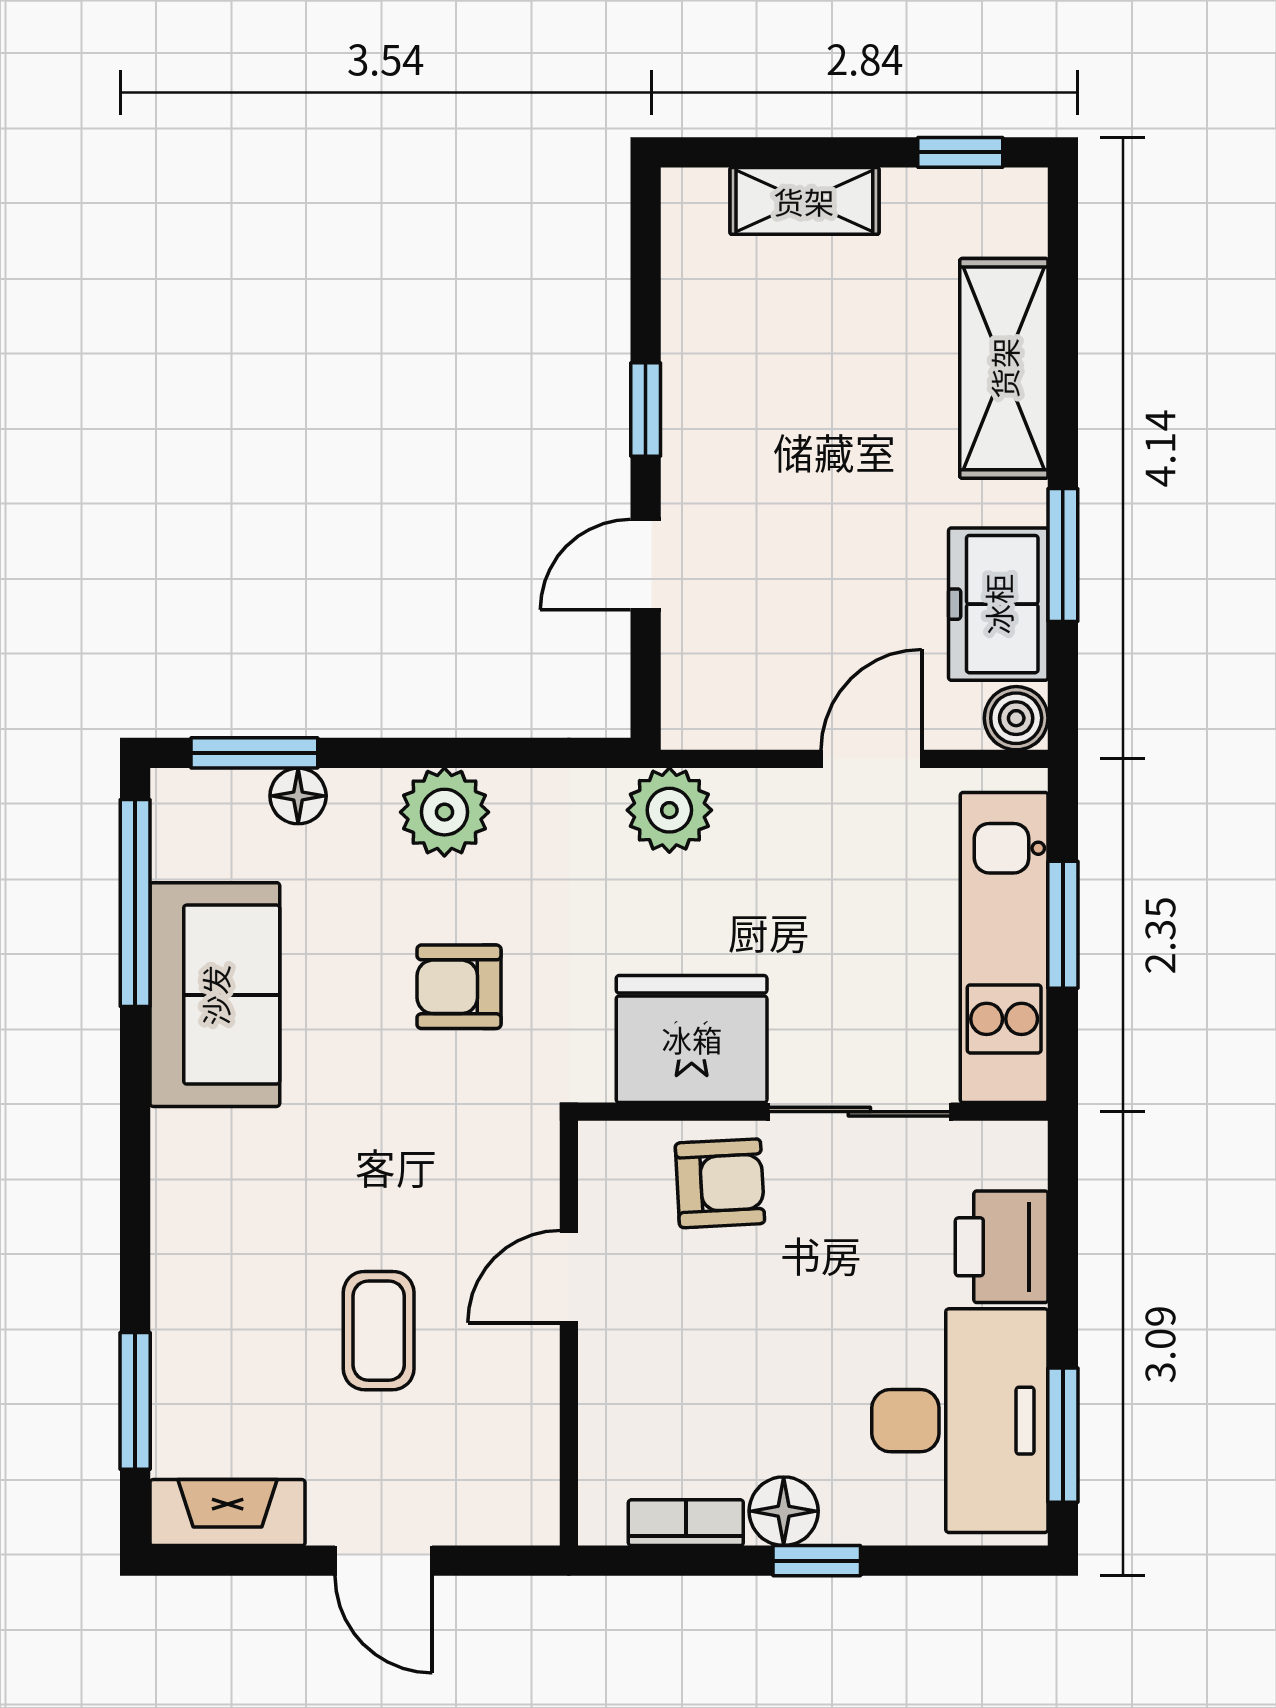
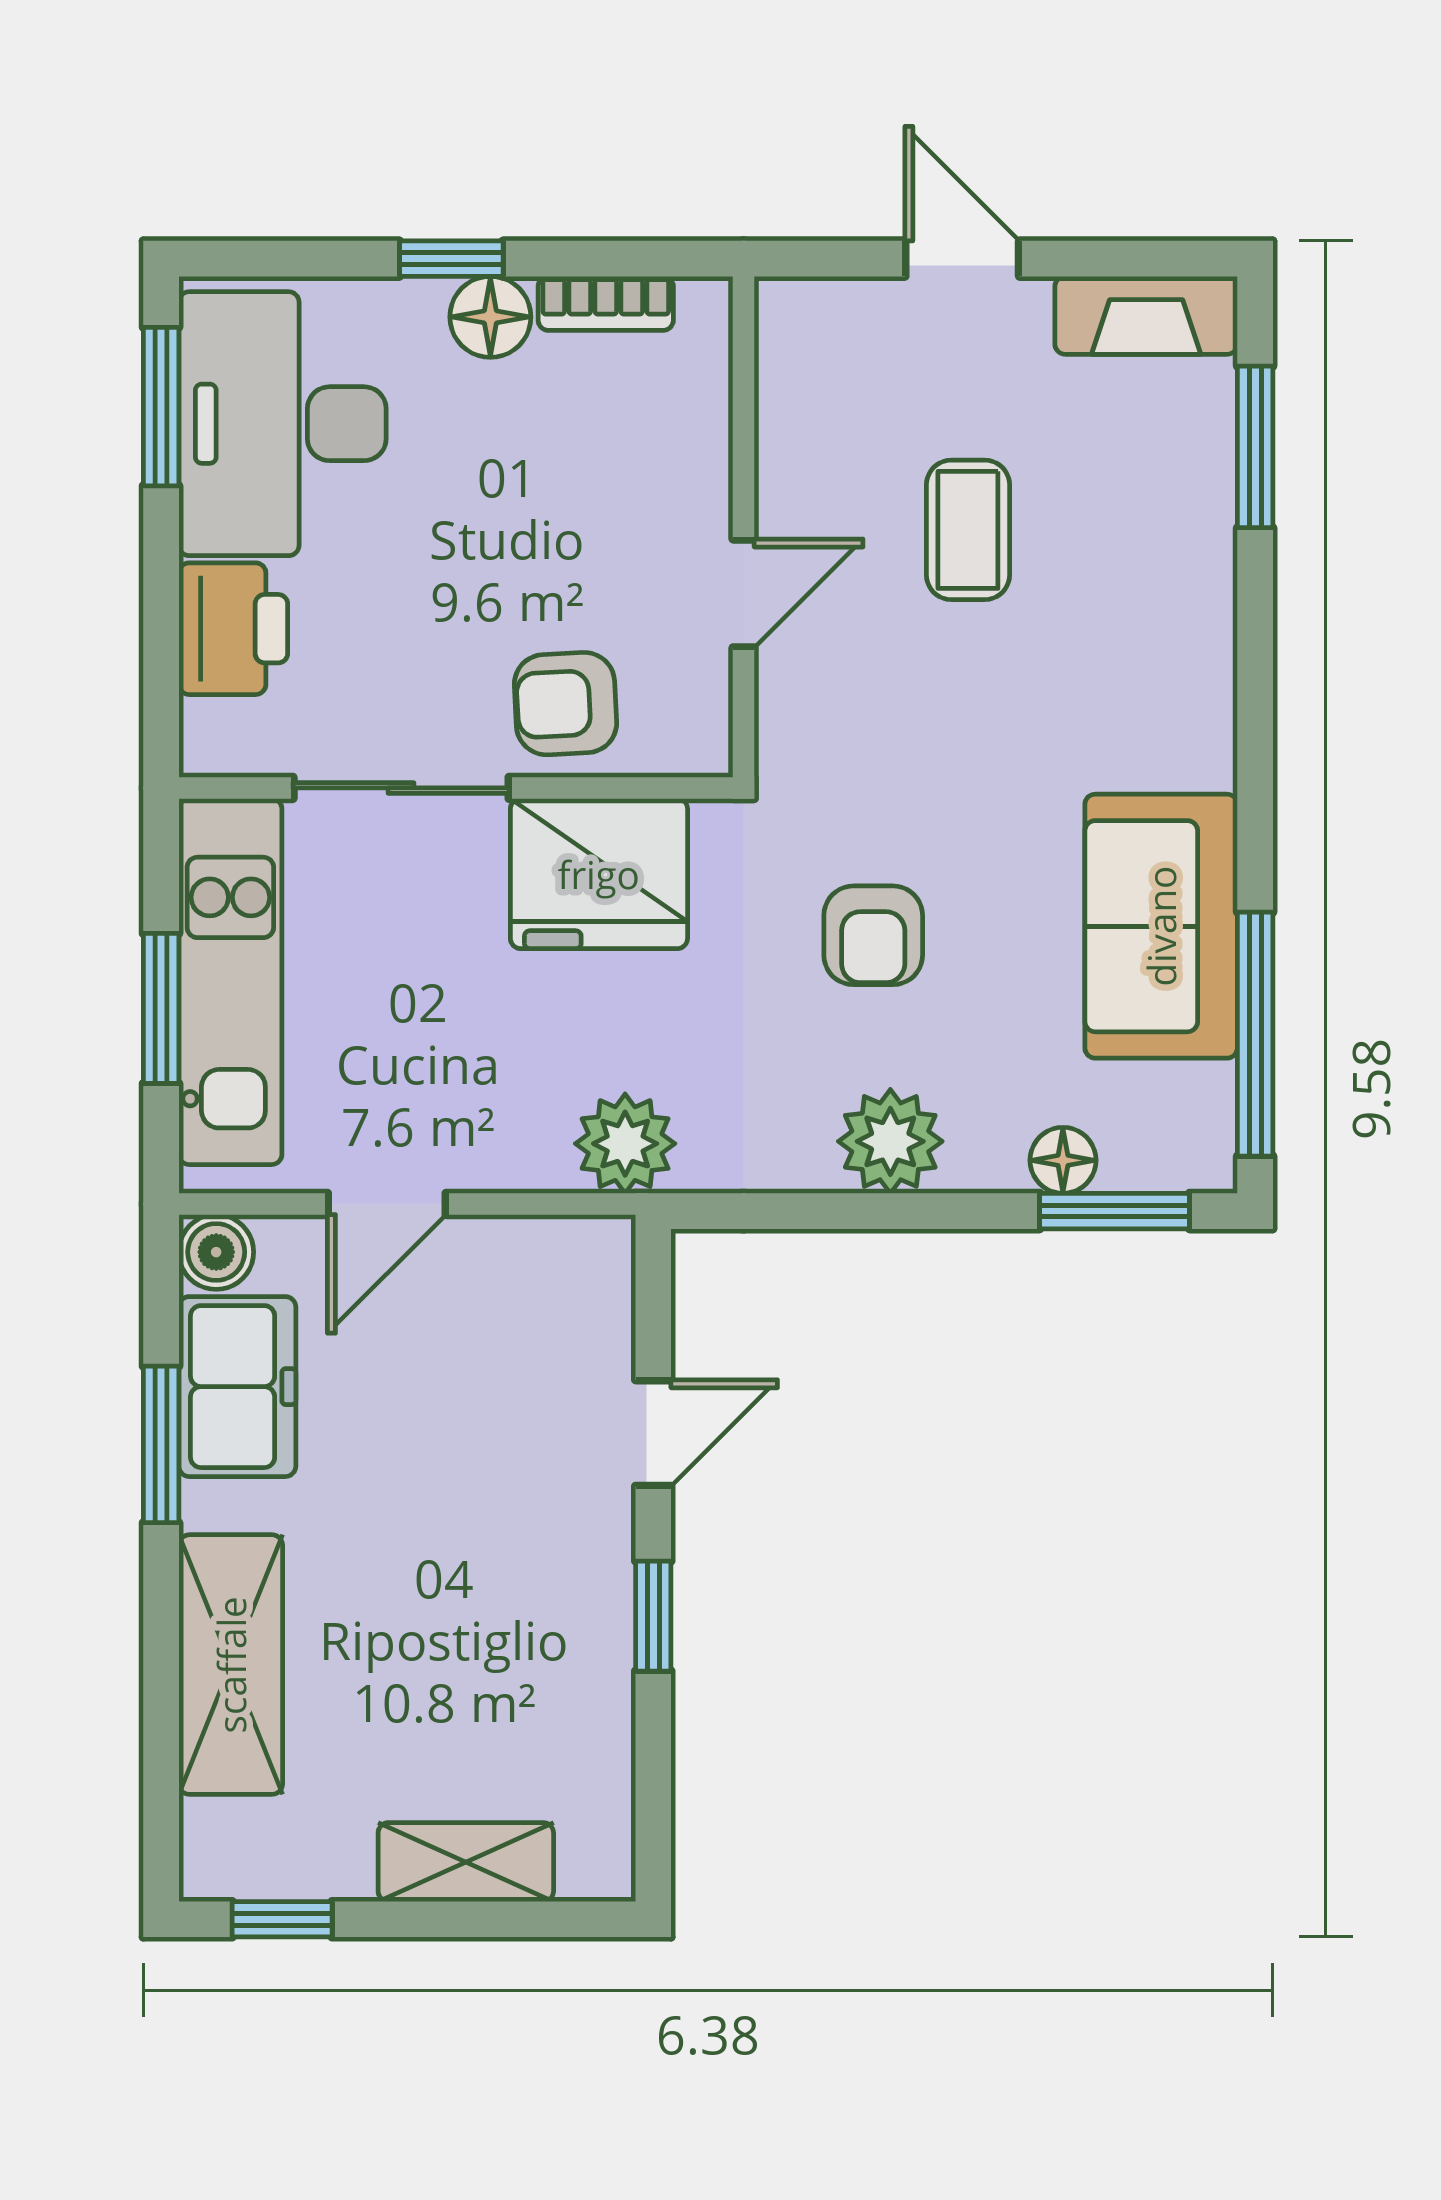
armchair: (459, 987) -> (873, 935), turned 90

